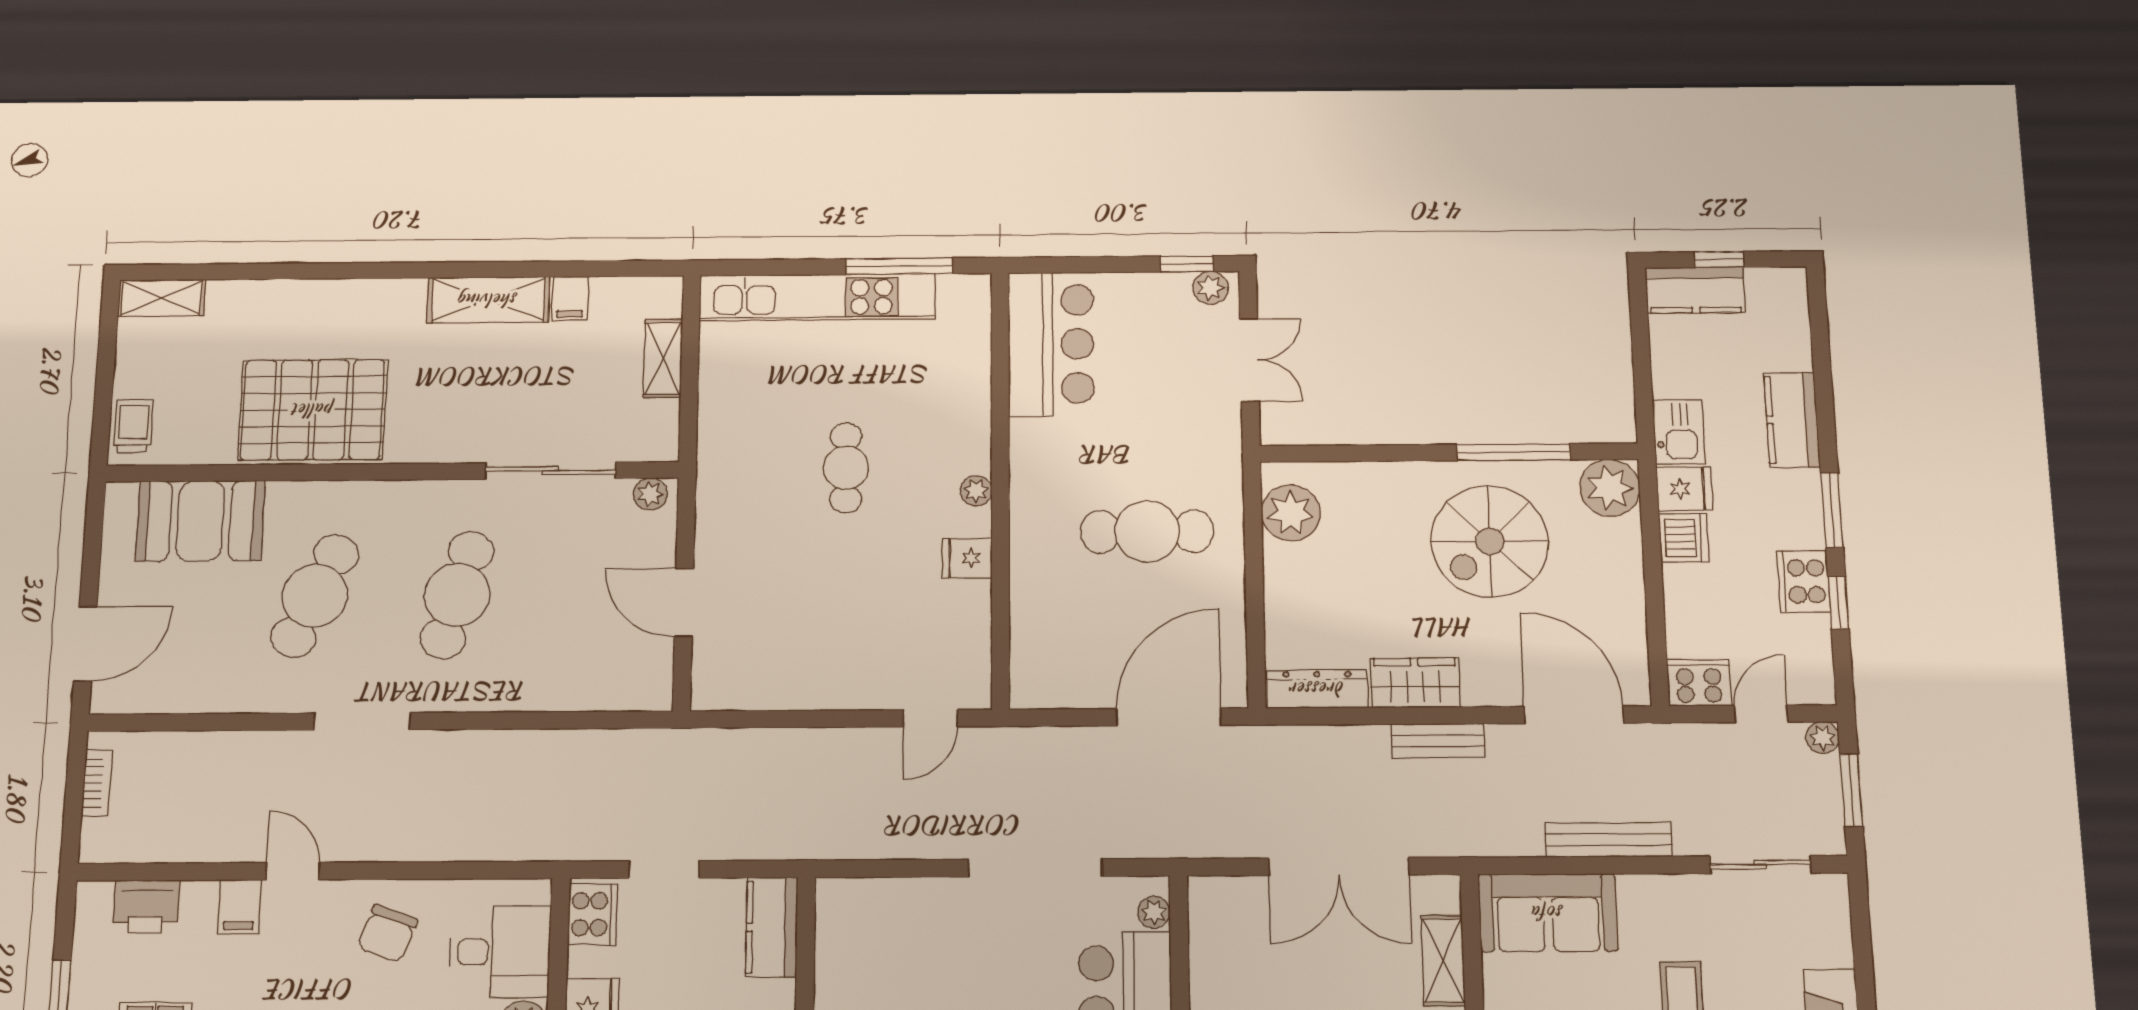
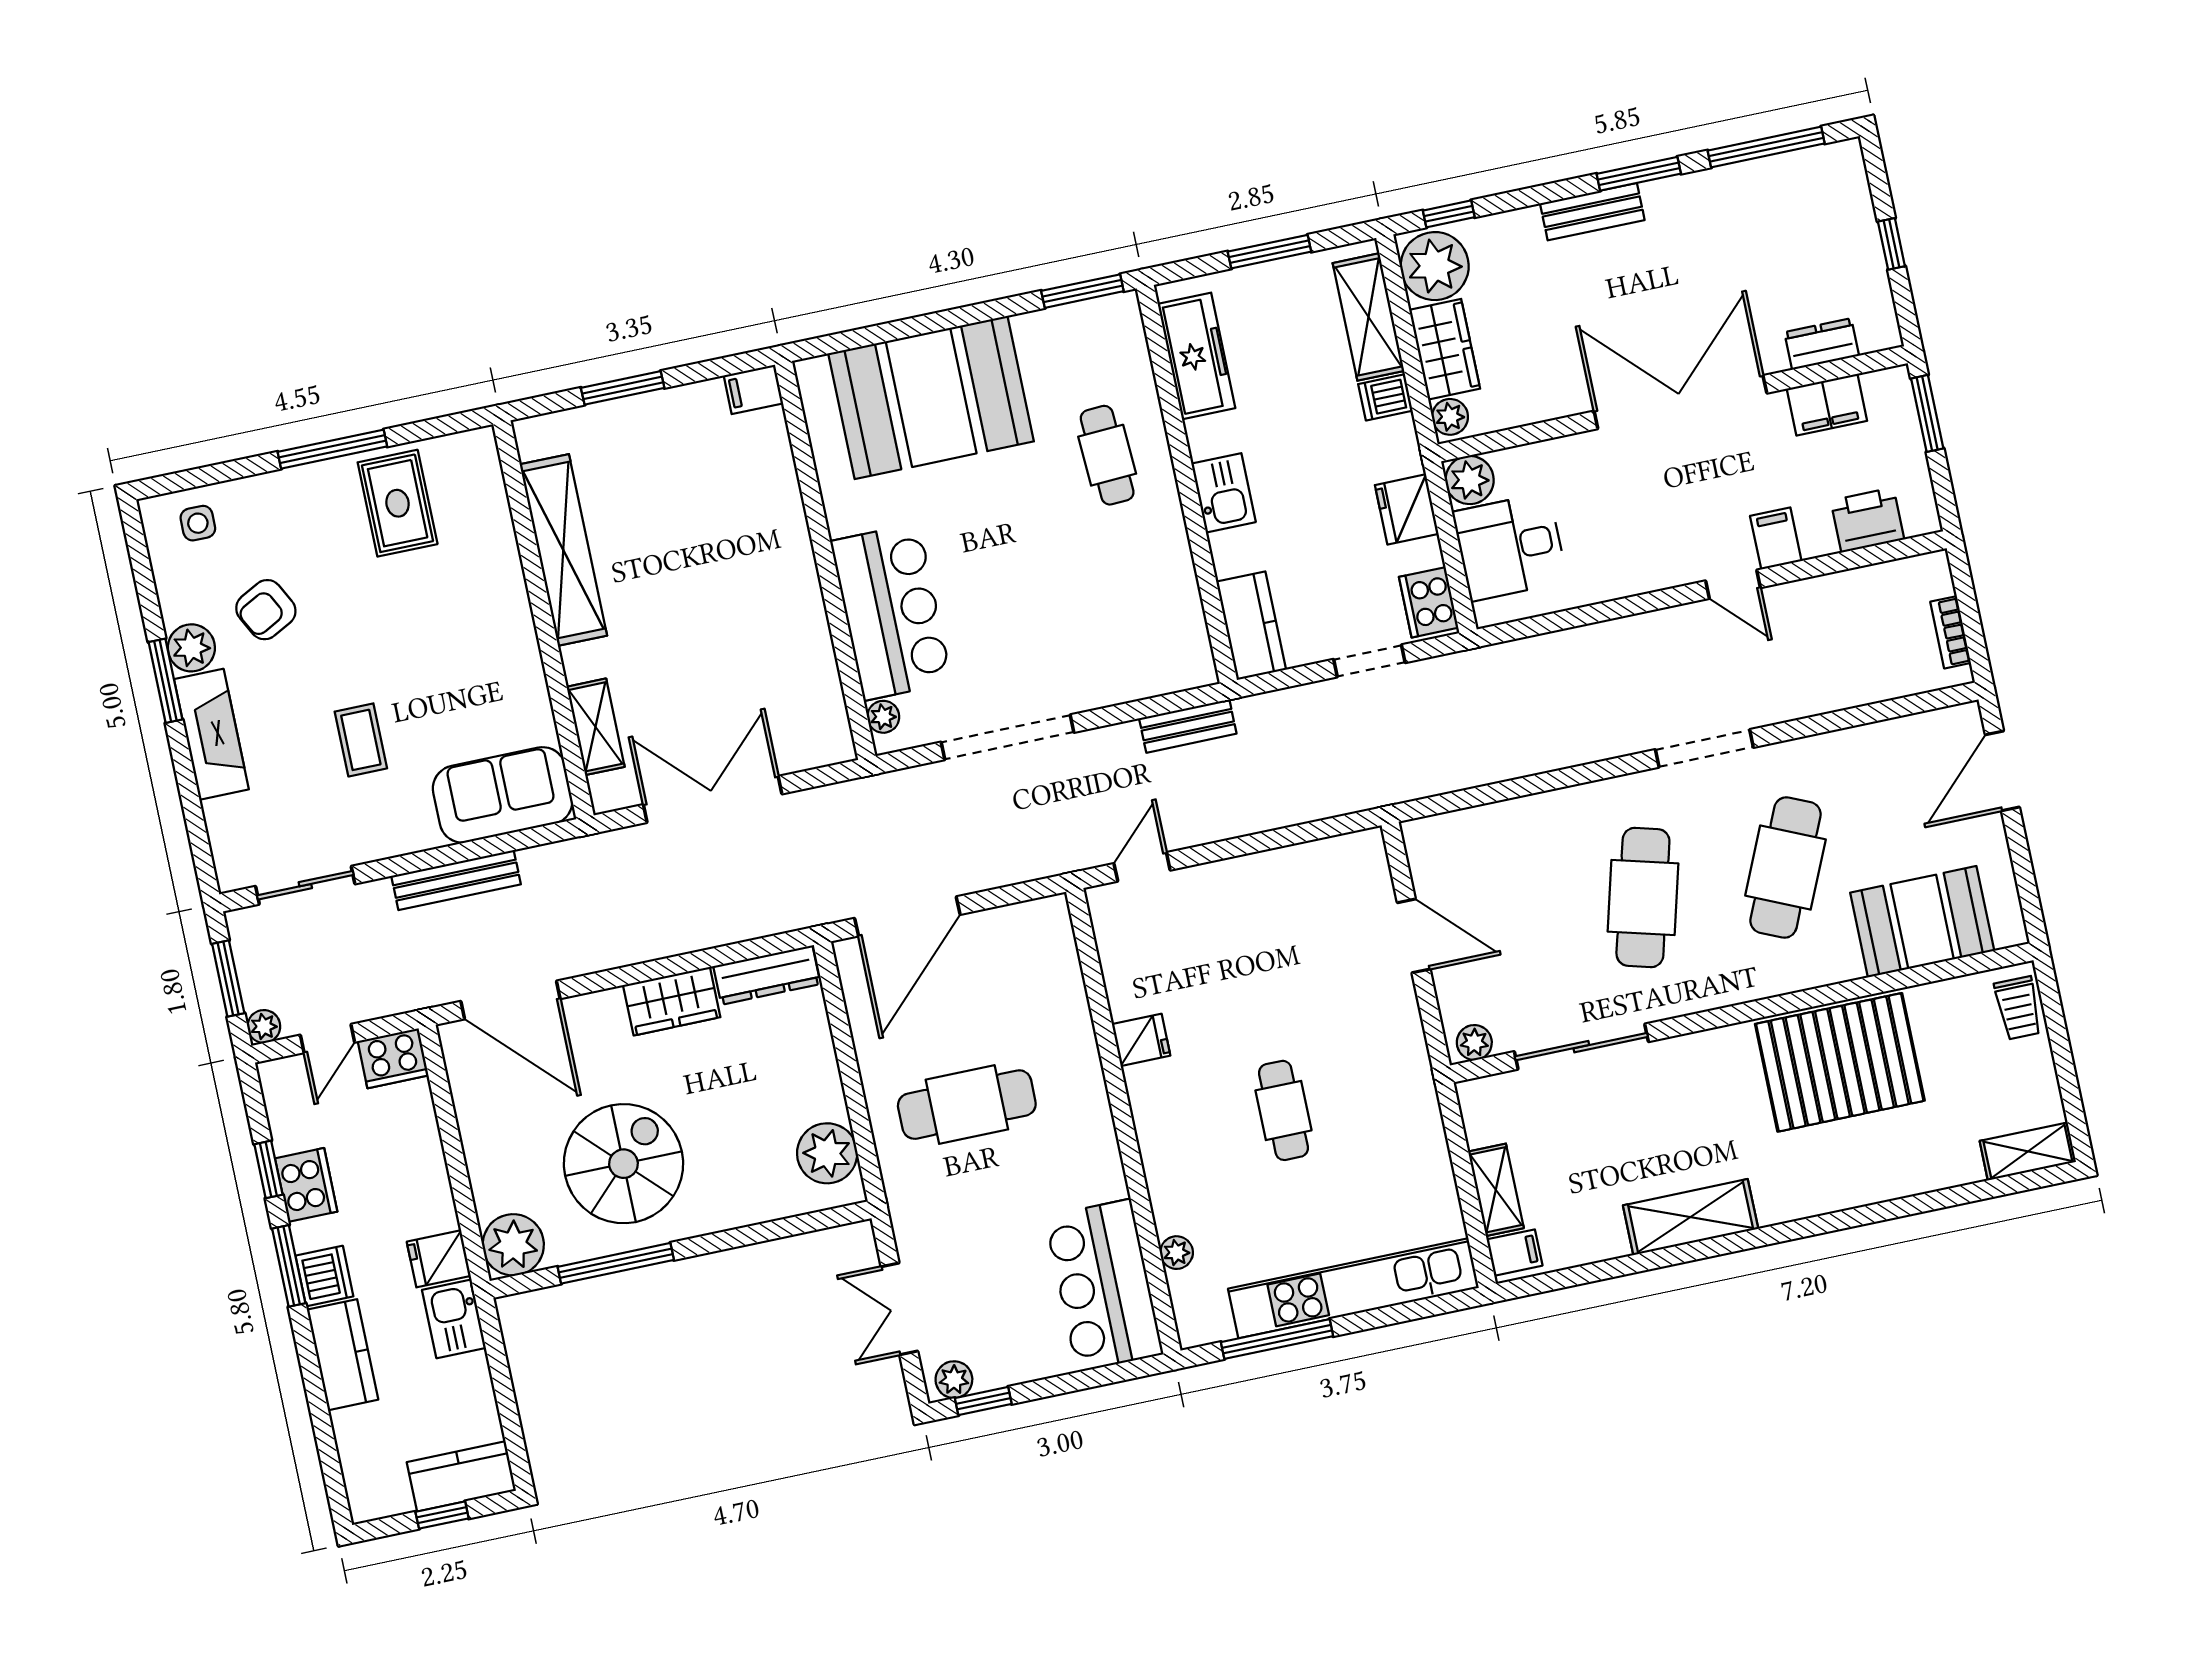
filing cabinet: (570, 299) -> (1514, 1253), moved, turned 90
plant: (976, 491) -> (1177, 1253), moved
dishwasher: (1684, 538) -> (324, 1276), moved, turned 180
bench: (1438, 741) -> (1188, 726), moved
chair: (387, 934) -> (1624, 542), removed

